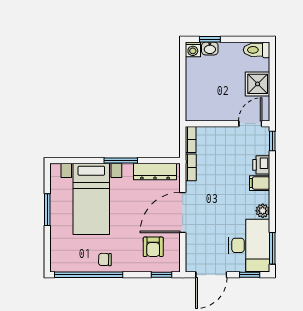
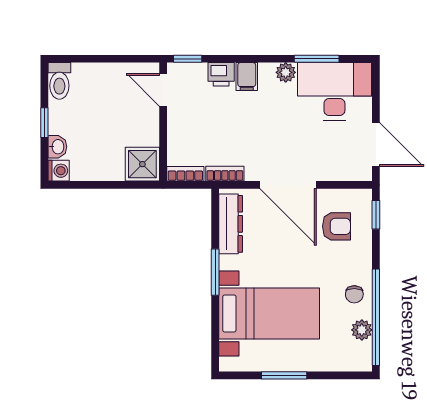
window: (210, 39) -> (44, 123), moved
shower: (258, 84) -> (142, 164), moved
window: (272, 248) -> (317, 59), moved
plant: (80, 265) -> (362, 330), added
window: (250, 275) -> (376, 91), removed

